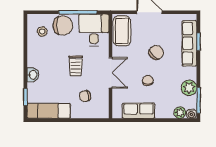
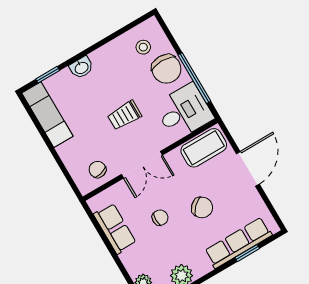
chair: (85, 96) -> (97, 170), moved

